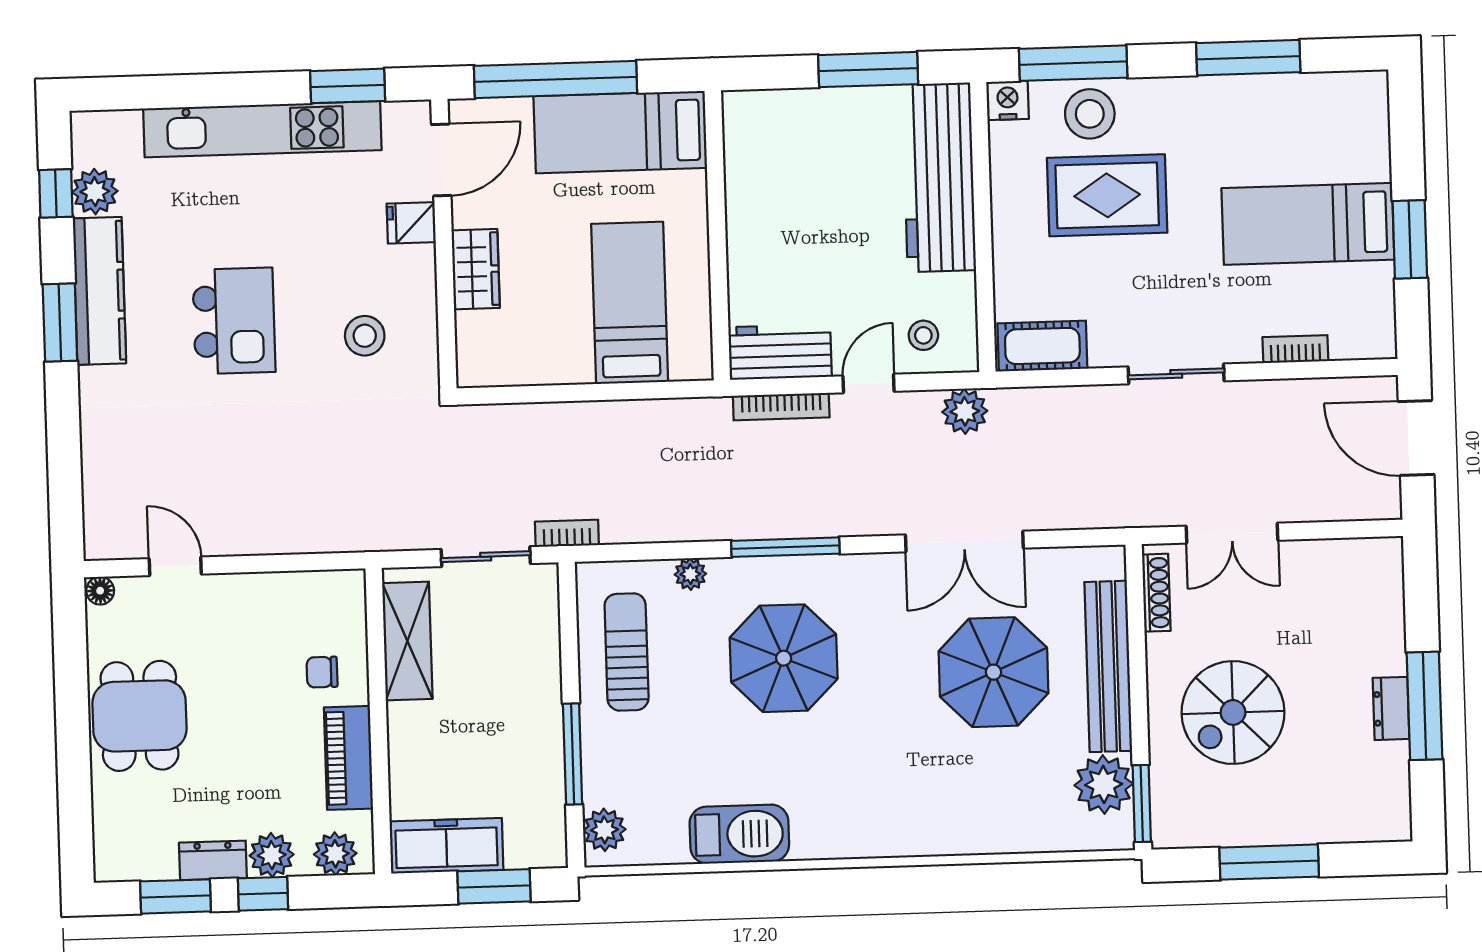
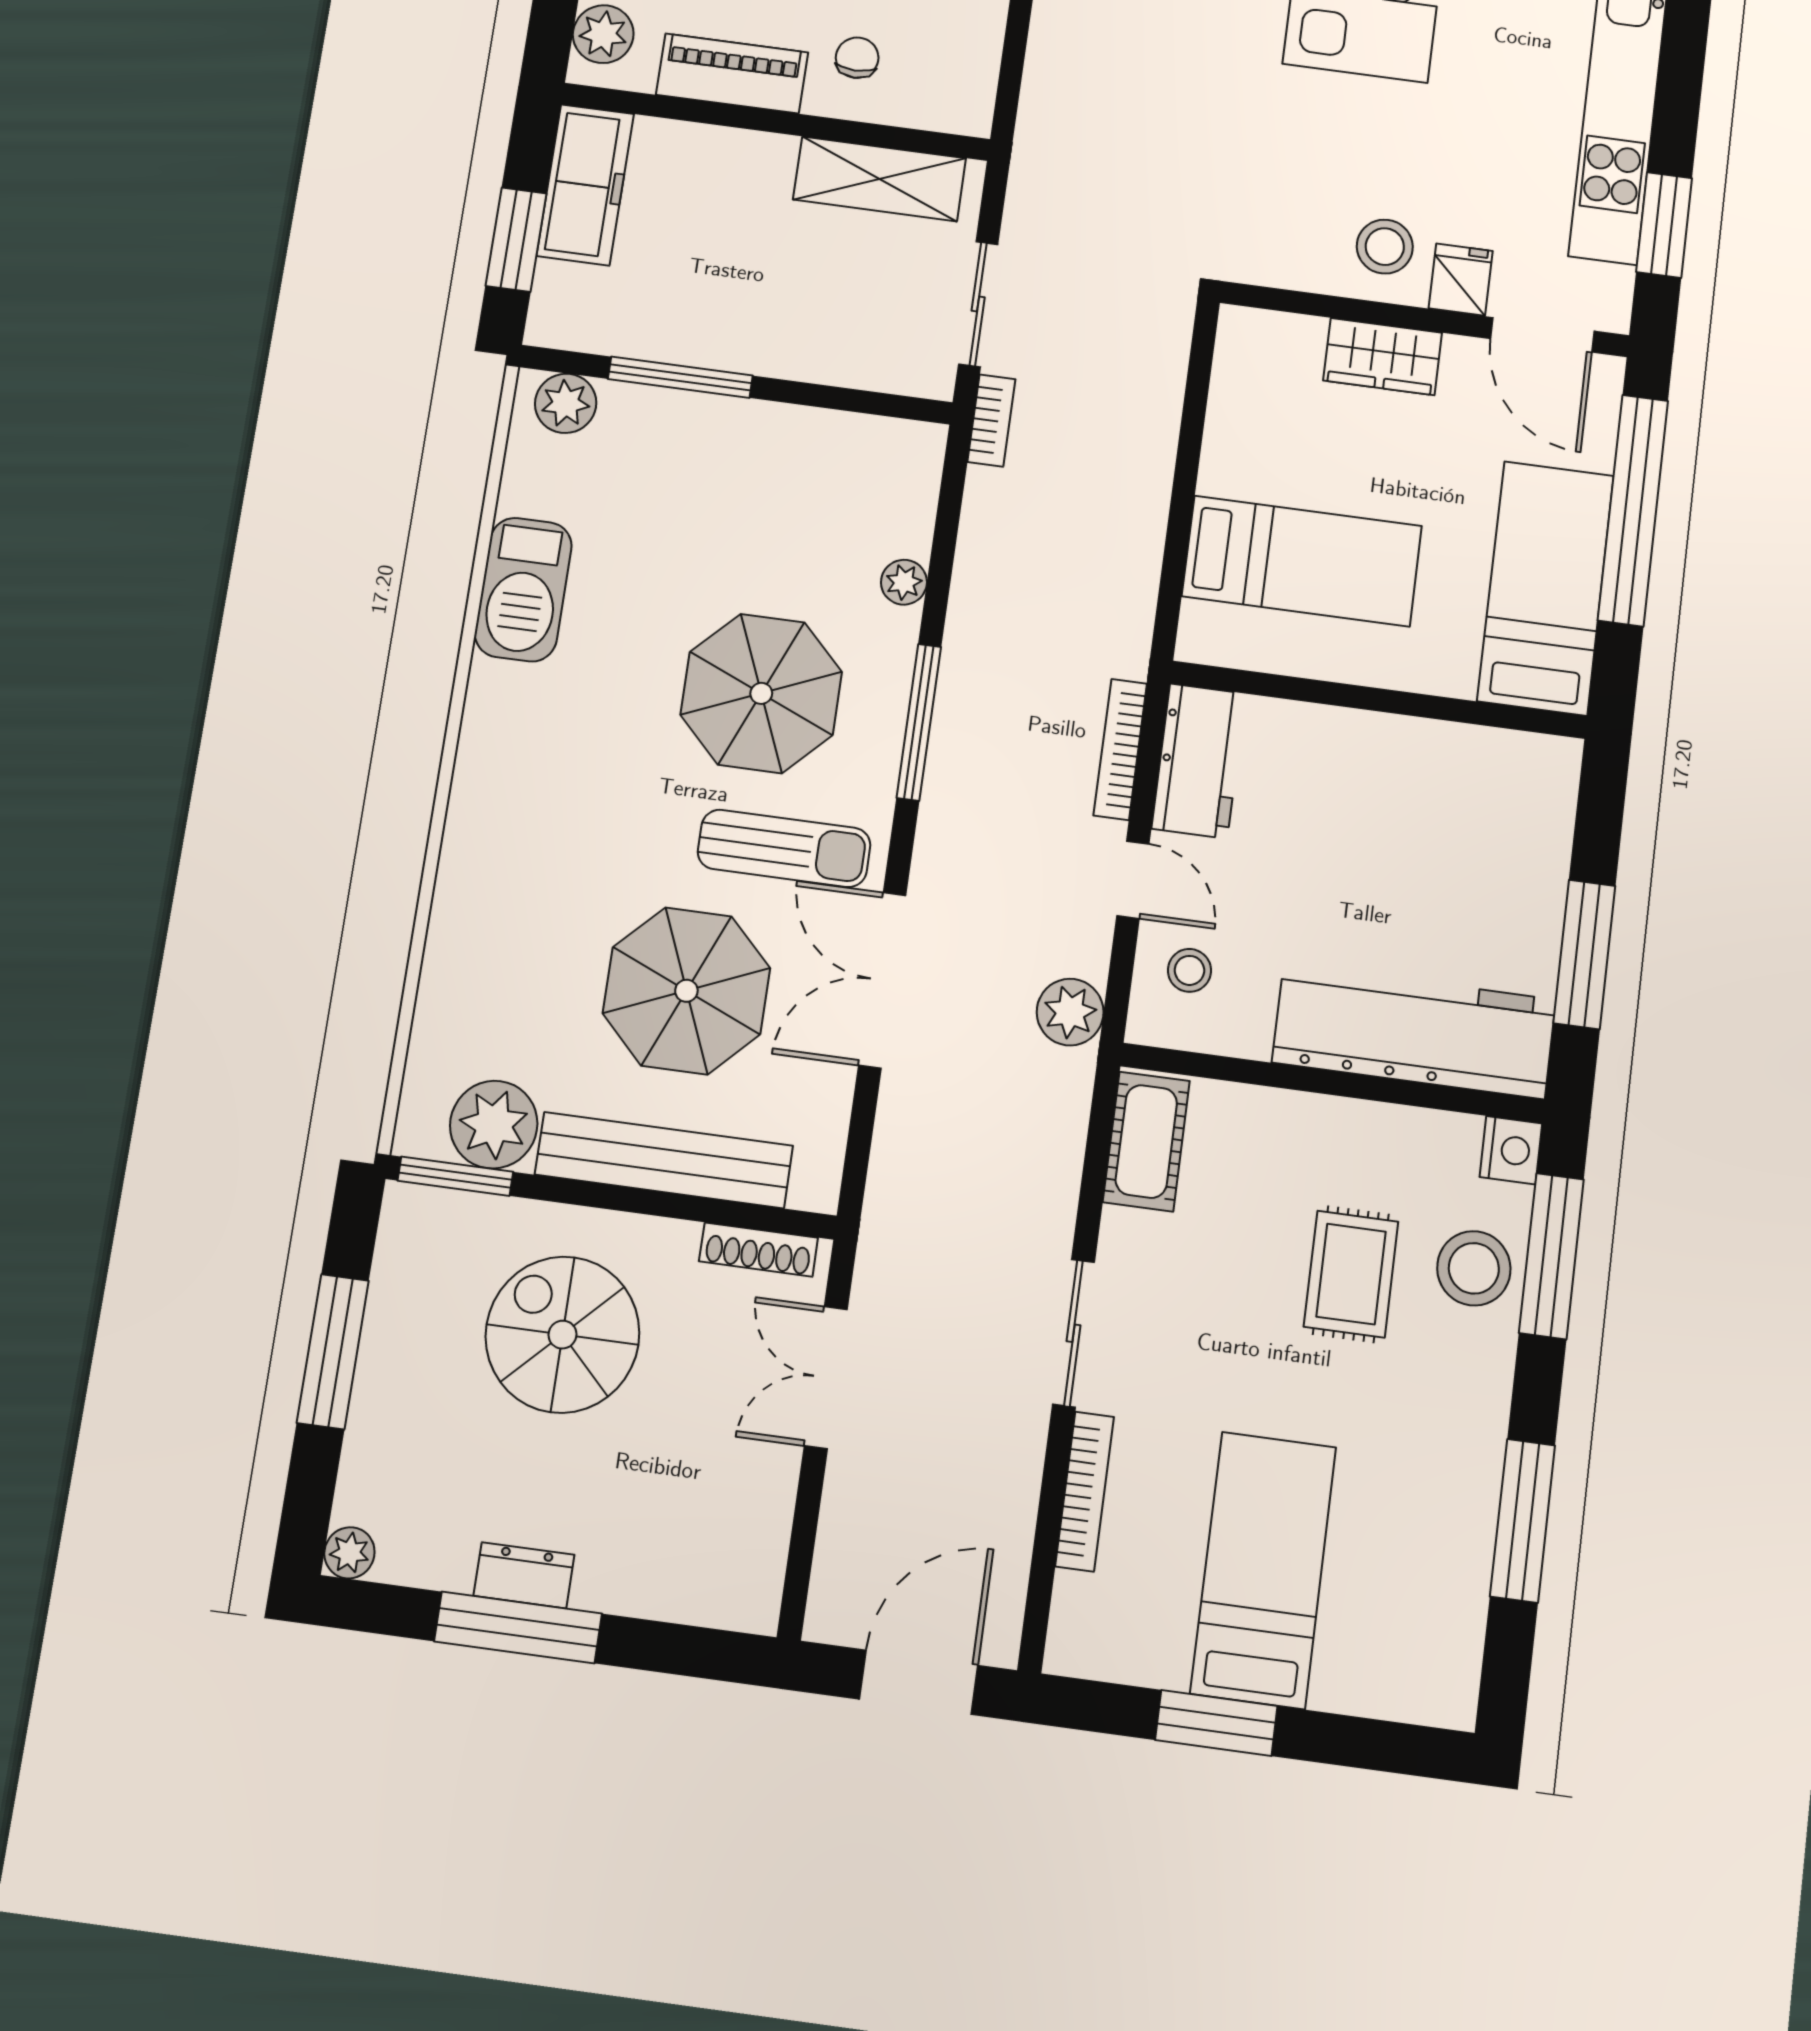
rug: (1107, 195) -> (1351, 1274), width x0.73, depth x0.70
stool: (365, 336) -> (1385, 247), moved
bookcase: (1295, 349) -> (1085, 1491), width x1.56
sun lounger: (627, 652) -> (784, 848), moved
plant: (1396, 825) -> (349, 1553), added

